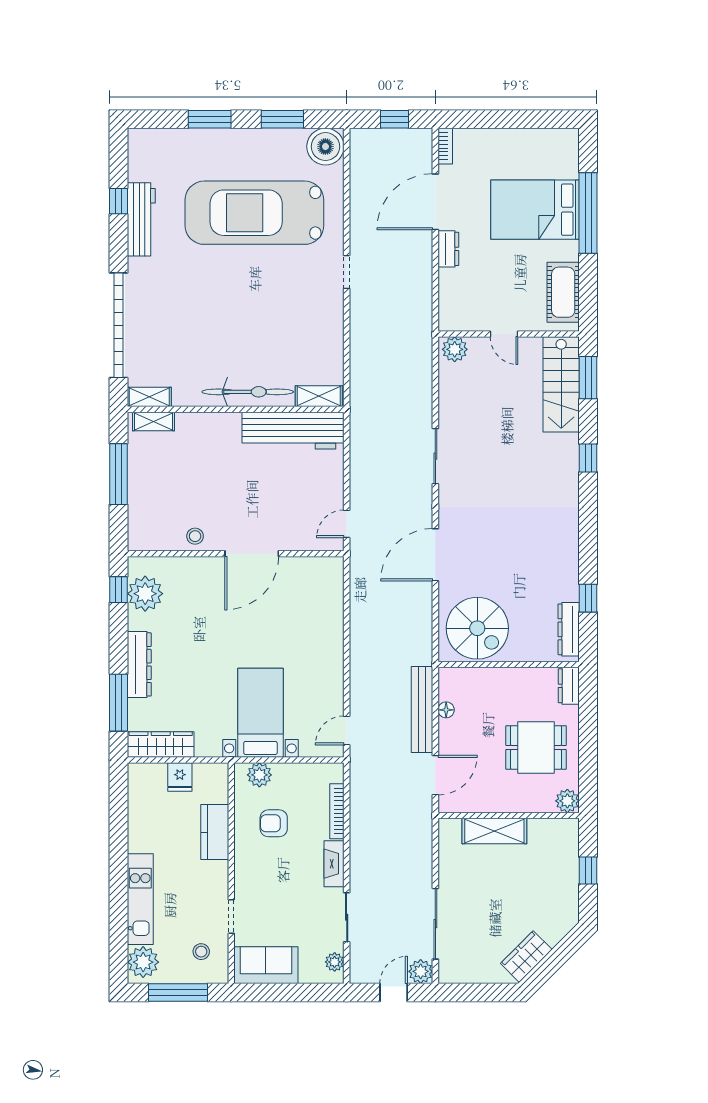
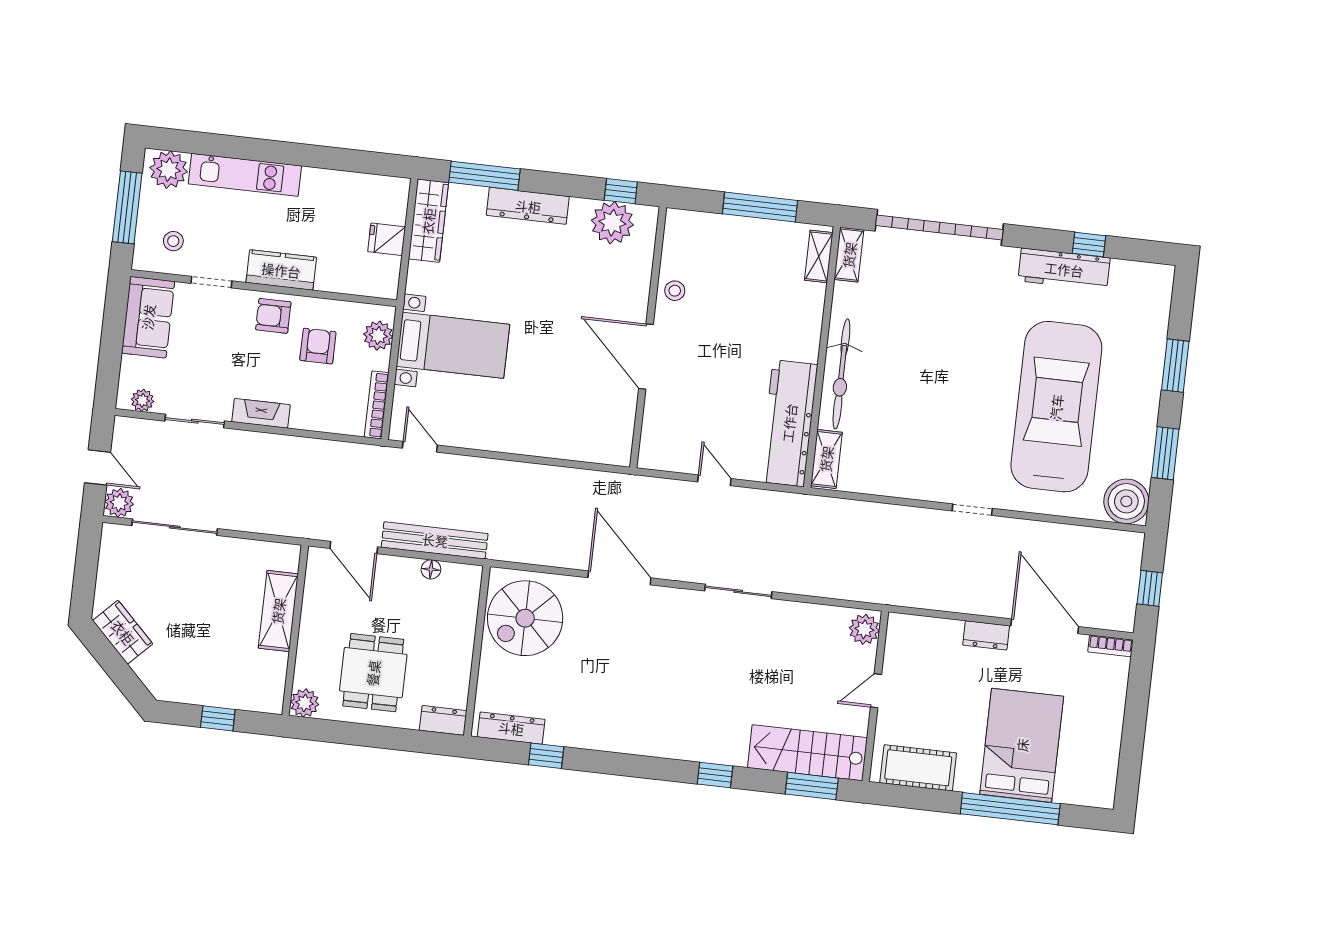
door: (347, 524) -> (714, 480), moved
bookcase: (337, 811) -> (377, 405), moved, turned -90
kitchen counter: (215, 832) -> (281, 270), moved
armchair: (253, 863) -> (273, 316), added

